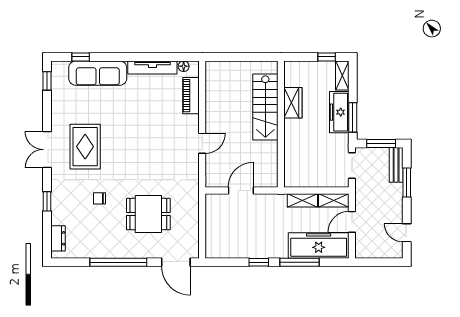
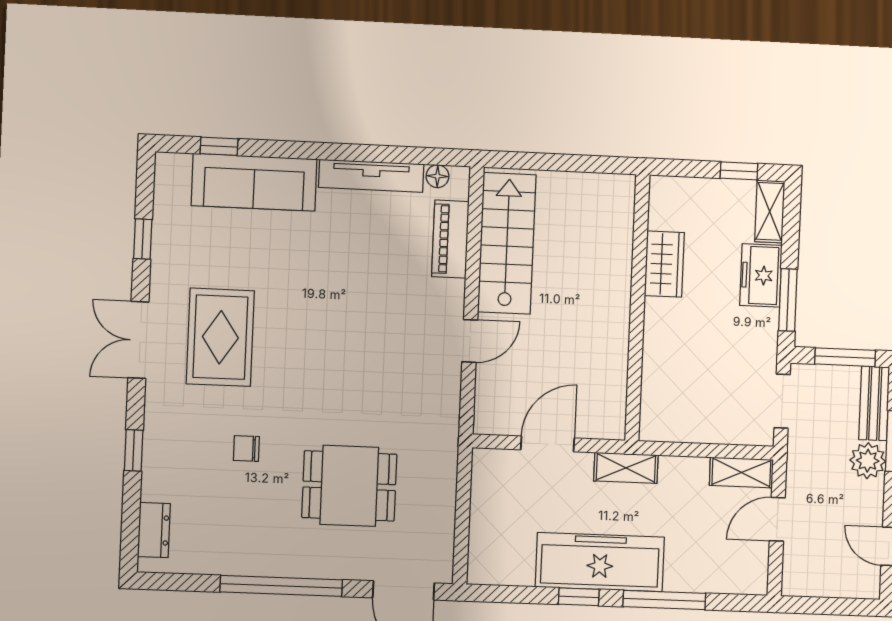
window: (47, 81) -> (143, 239), moved
stairs: (265, 107) -> (507, 243), moved, turned 180
freezer: (339, 112) -> (761, 275), width x0.71
plant: (394, 192) -> (868, 461), added
shelving: (302, 200) -> (626, 468), moved
freezer: (319, 245) -> (600, 562), moved

